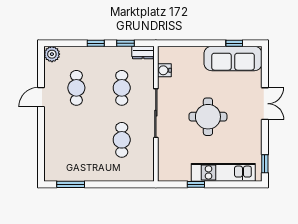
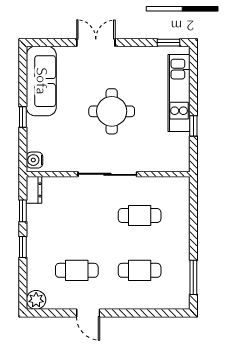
window: (234, 43) -> (23, 117), moved
water cooler: (164, 70) -> (35, 160), moved, turned 90
cafe table: (122, 88) -> (140, 270), moved

